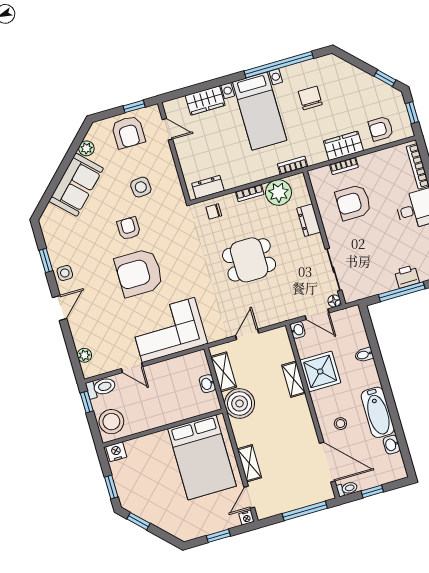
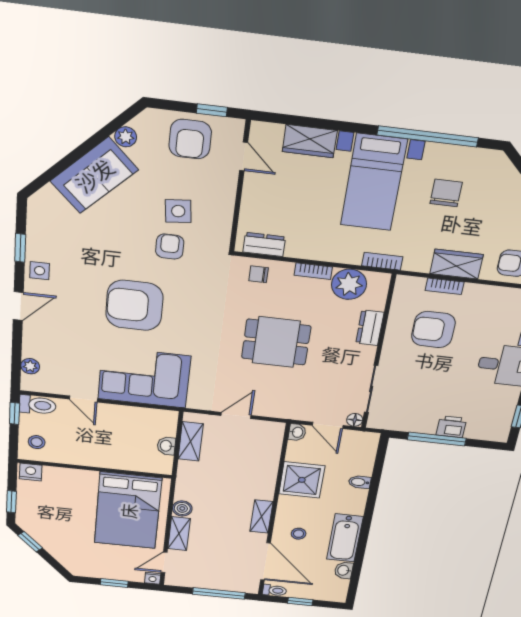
armchair: (129, 228) -> (170, 247), moved
shelving: (294, 379) -> (261, 517), moved
boiler: (240, 403) -> (182, 508), moved, width x0.54, depth x0.54
stool: (111, 422) -> (37, 442), width x0.53, depth x0.53

